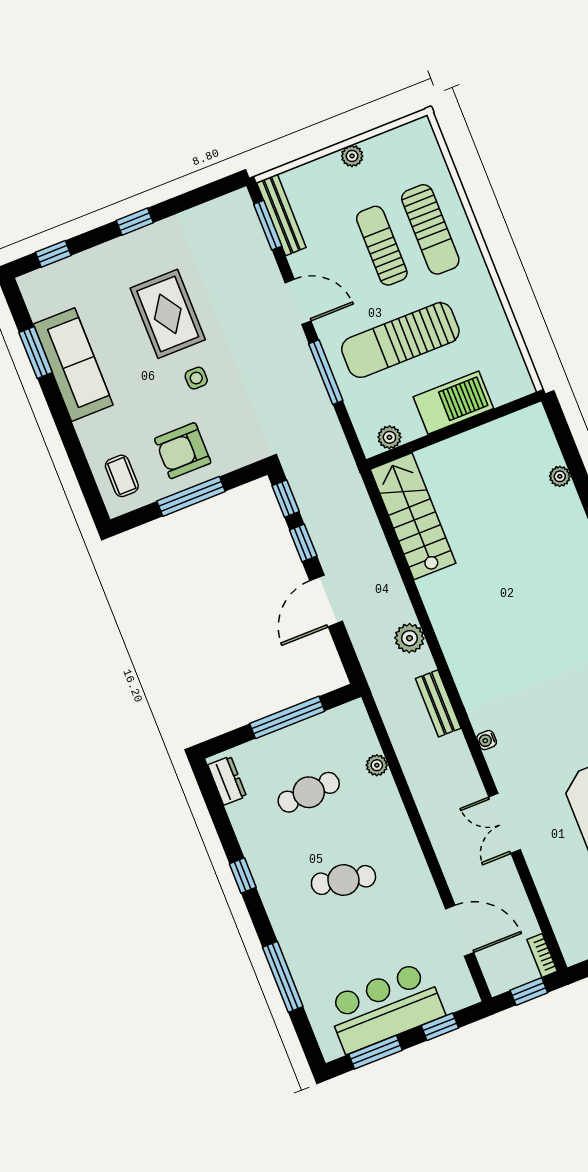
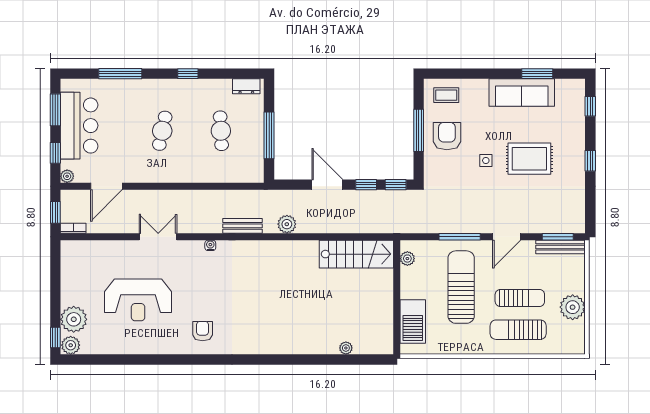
plant: (352, 156) -> (573, 307), width x1.87, depth x1.87
barbecue: (453, 403) -> (413, 321), moved
plant: (377, 765) -> (67, 176), moved

